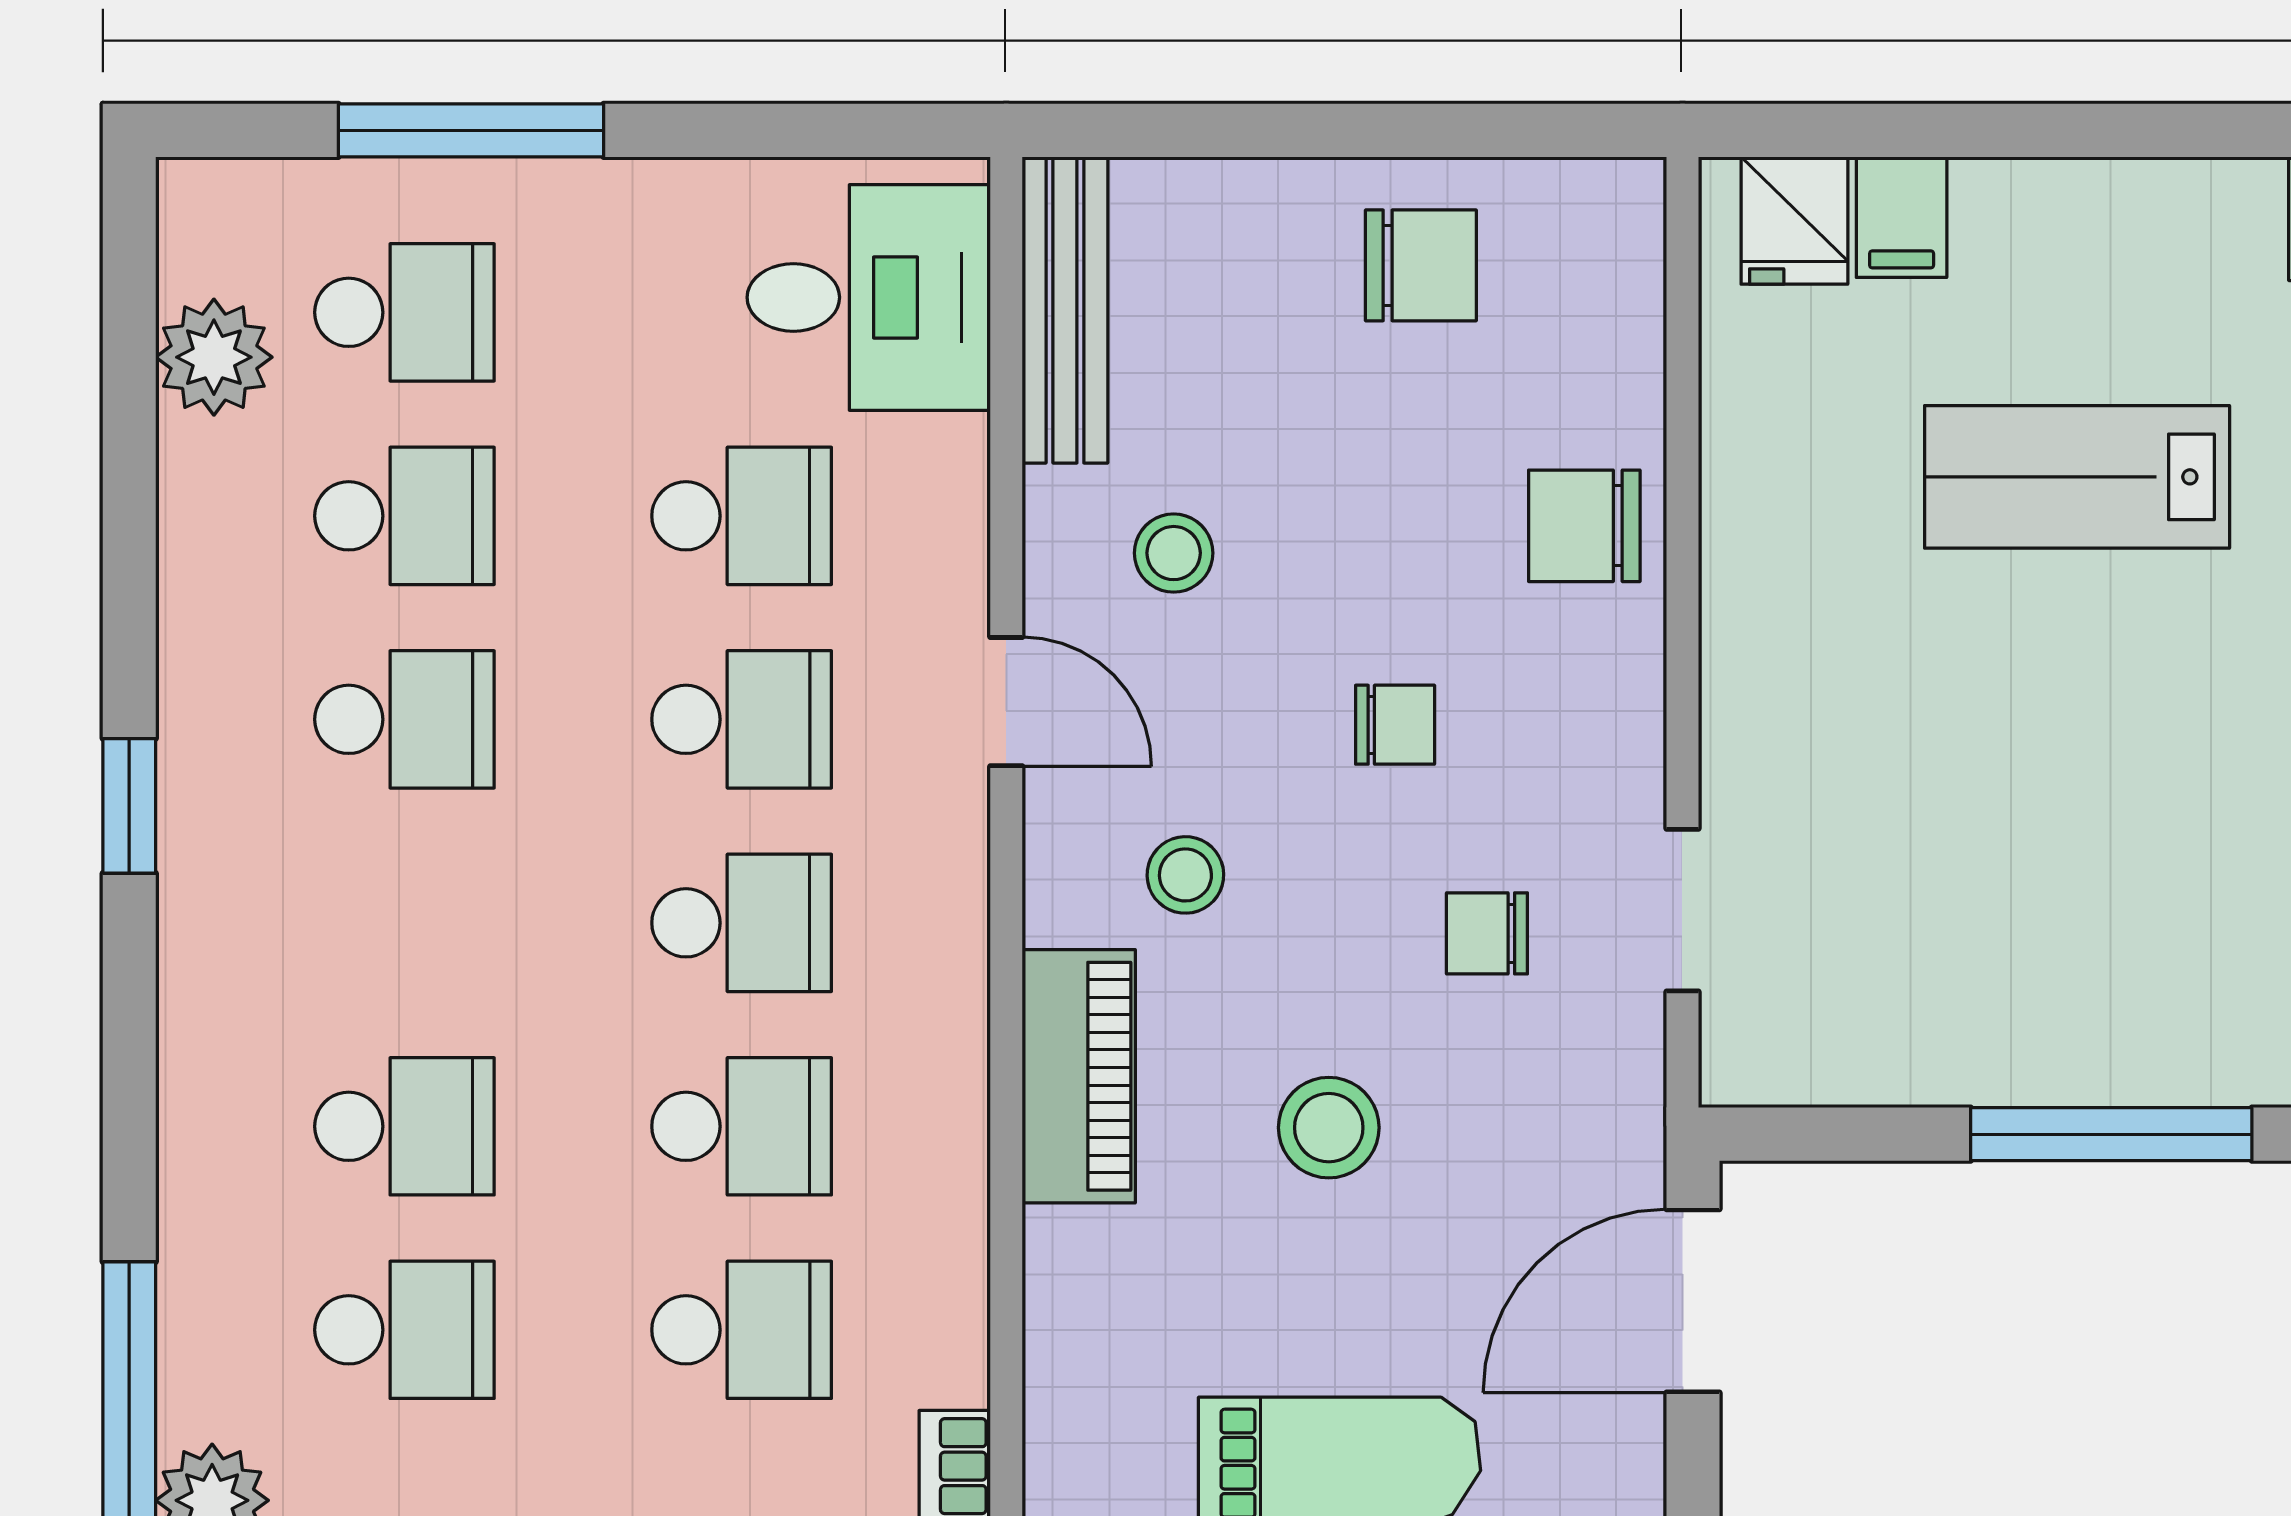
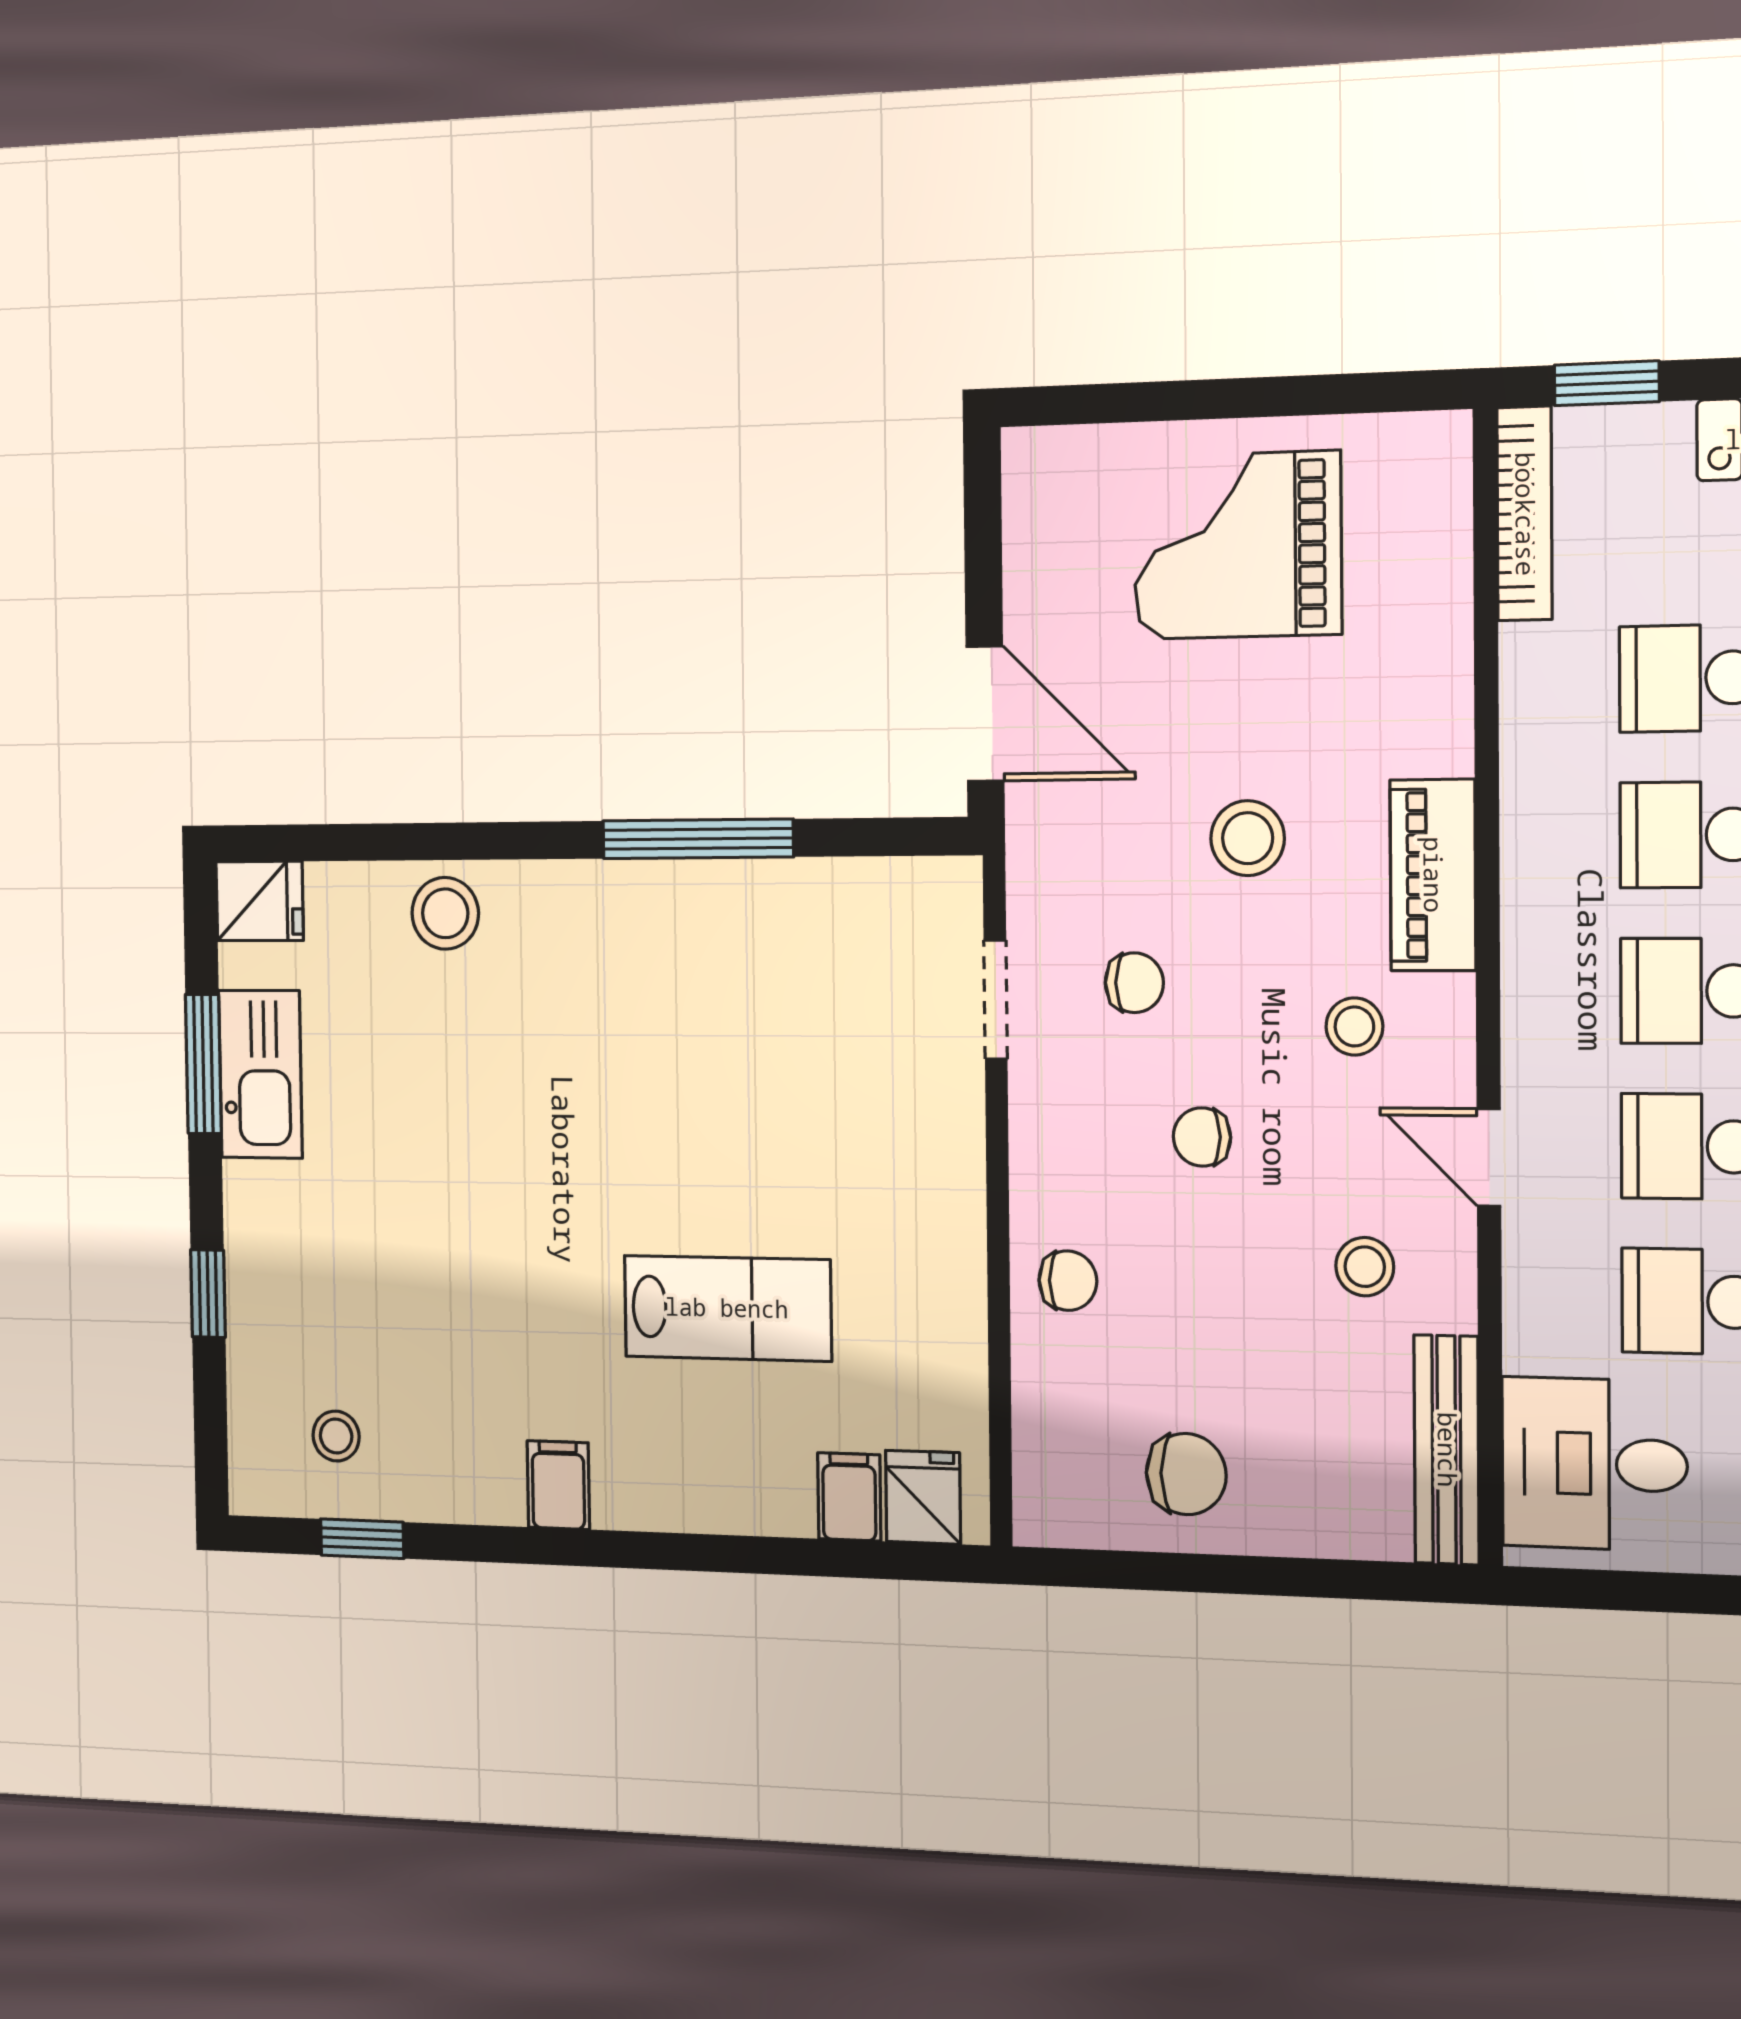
chair: (1421, 265) -> (1186, 1474), turned 180
chair: (1584, 526) -> (1068, 1281), width x0.73, depth x0.73
door: (1693, 1301) -> (985, 714), hinge flipped

